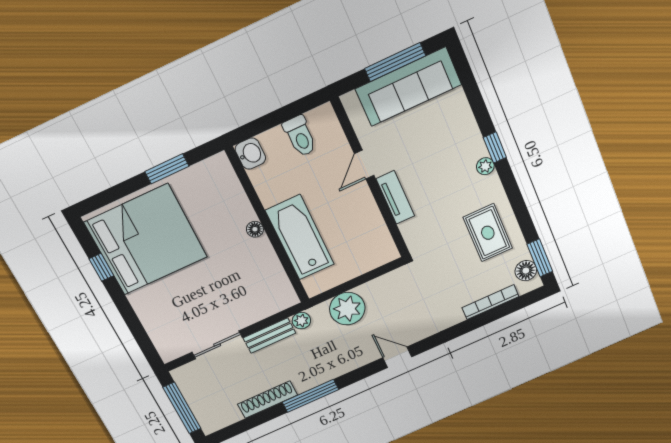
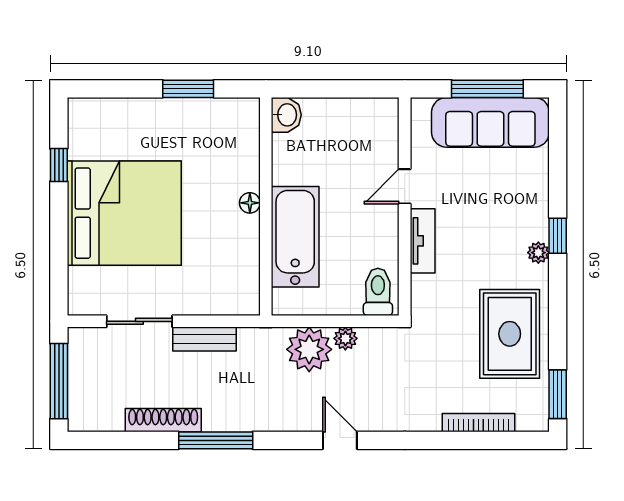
toilet: (300, 136) -> (378, 292), moved, turned 180
rug: (488, 233) -> (510, 334), width x1.36, depth x1.43
bed: (146, 240) -> (124, 213), moved
floor lamp: (526, 271) -> (535, 403), removed
plant: (301, 321) -> (345, 338), moved

